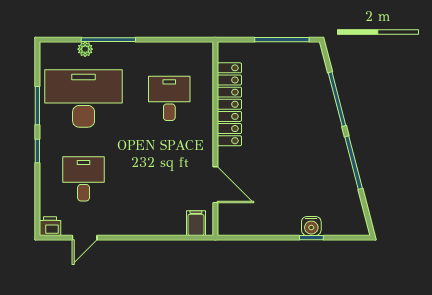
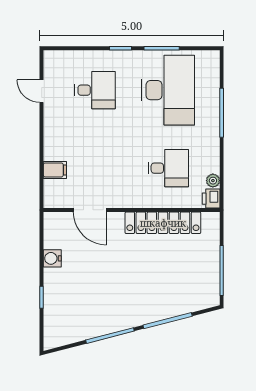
plant: (85, 49) -> (213, 181), moved
door: (215, 185) -> (90, 210), hinge flipped
filing cabinet: (196, 223) -> (55, 170), moved
printer: (50, 226) -> (211, 199), moved, turned 180
water cooler: (311, 226) -> (52, 258), moved

